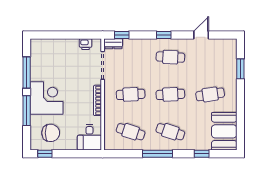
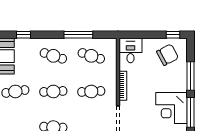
corner desk: (47, 98) -> (171, 108), moved
chair: (51, 133) -> (168, 55), turned 152
window: (157, 154) -> (78, 35), moved

